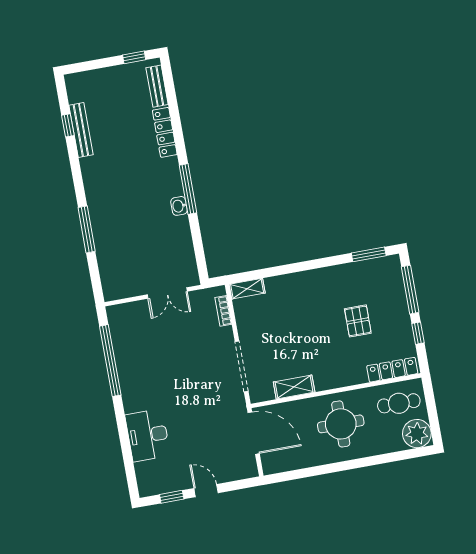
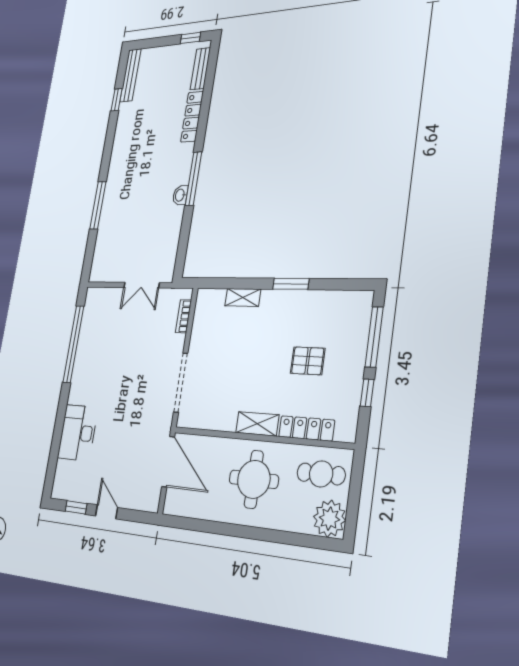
bench: (81, 130) -> (130, 75), moved
window: (369, 254) -> (291, 284), moved
shelving: (247, 289) -> (243, 297), moved
pallet: (358, 321) -> (308, 361), turned 90
locker: (392, 370) -> (306, 428), moved
shelving: (294, 387) -> (257, 424), moved

